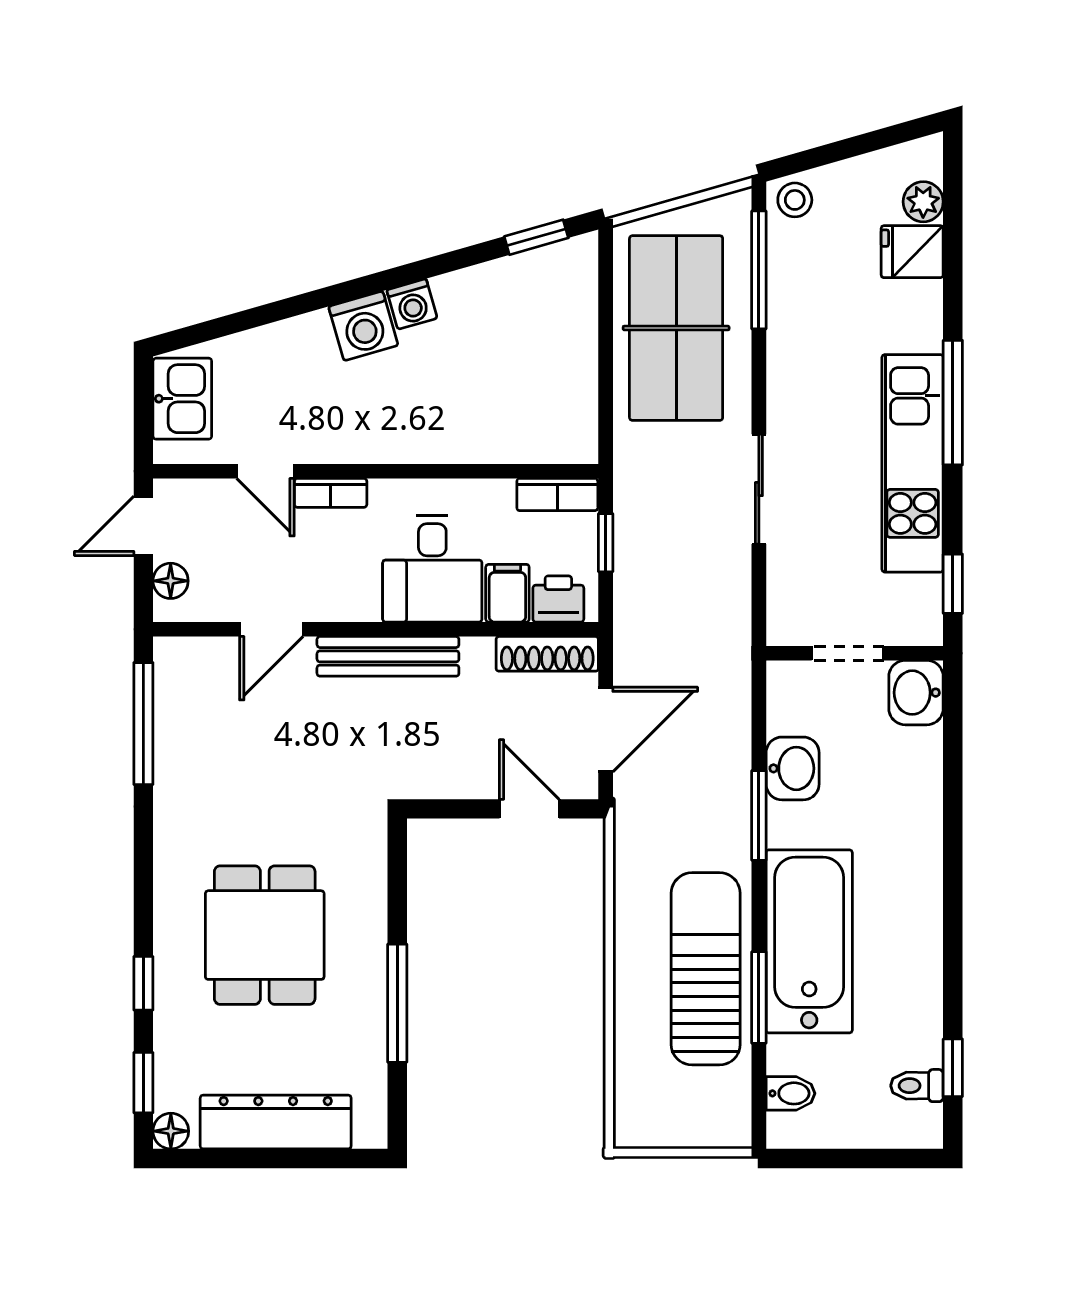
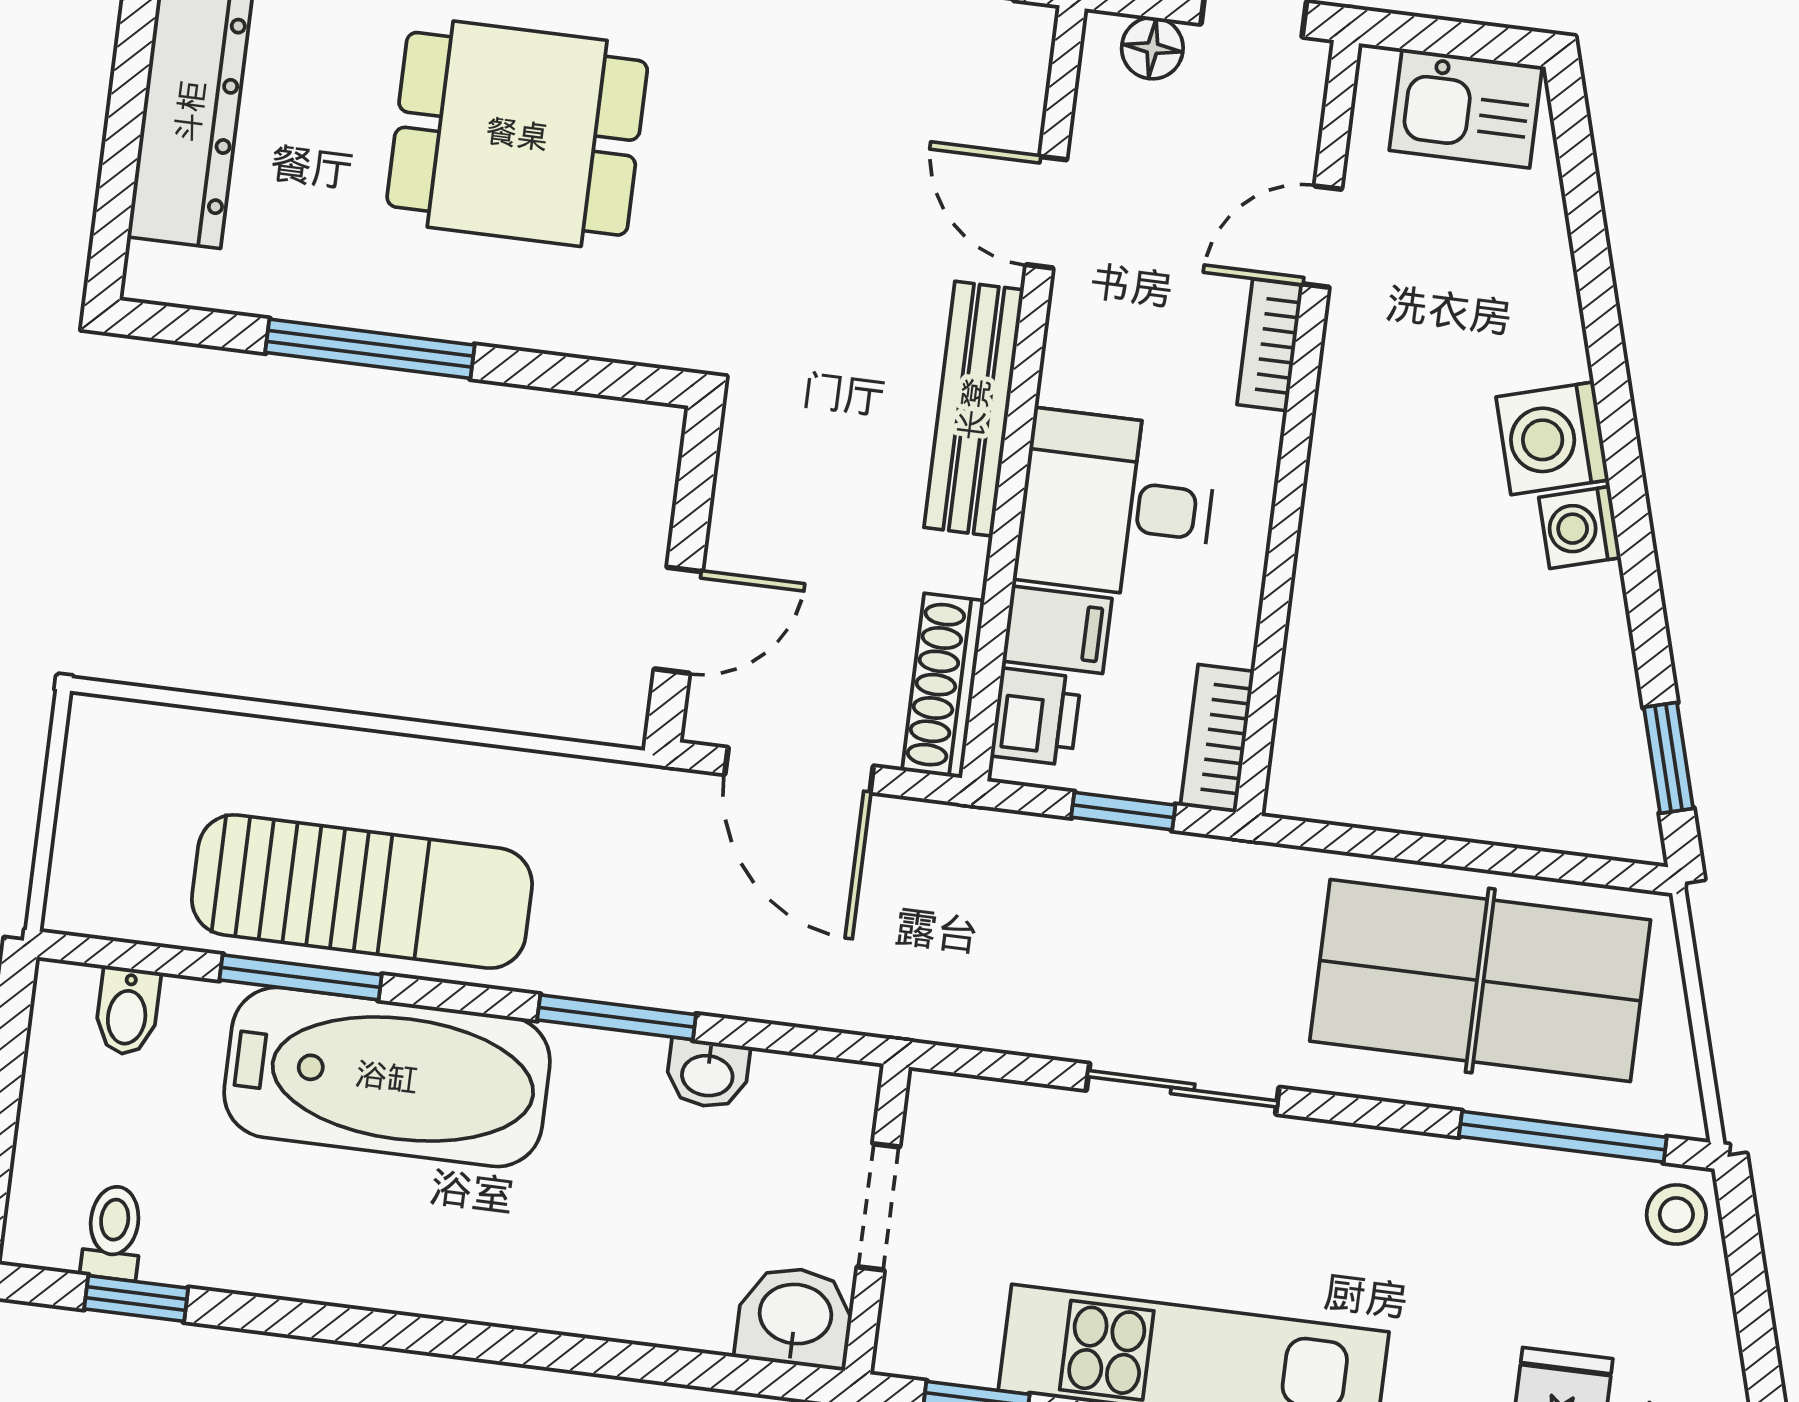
washbasin: (793, 768) -> (708, 1074), width x0.72, depth x0.69

